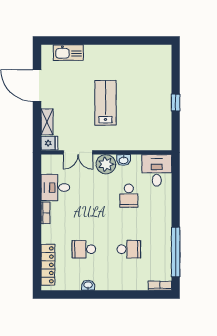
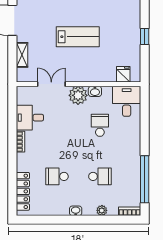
lab bench: (106, 103) -> (78, 37), turned 90
fridge: (49, 143) -> (123, 74), moved, turned -90
double door: (78, 152) -> (51, 84), swing flipped
school desk: (129, 196) -> (100, 125), turned 180
washbasin: (88, 285) -> (76, 211), moved
plant: (131, 285) -> (102, 210), added

